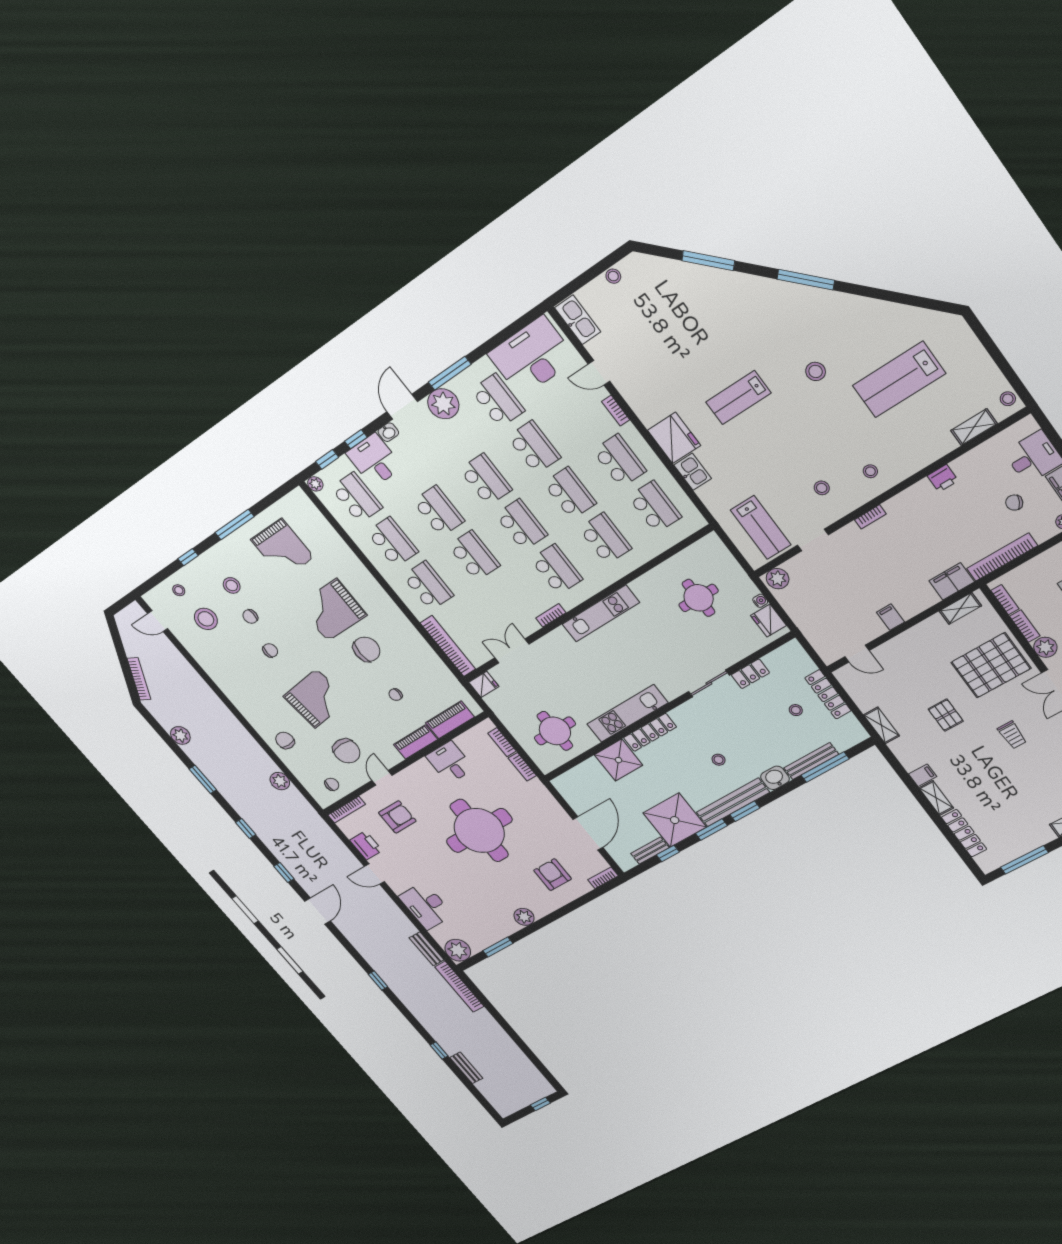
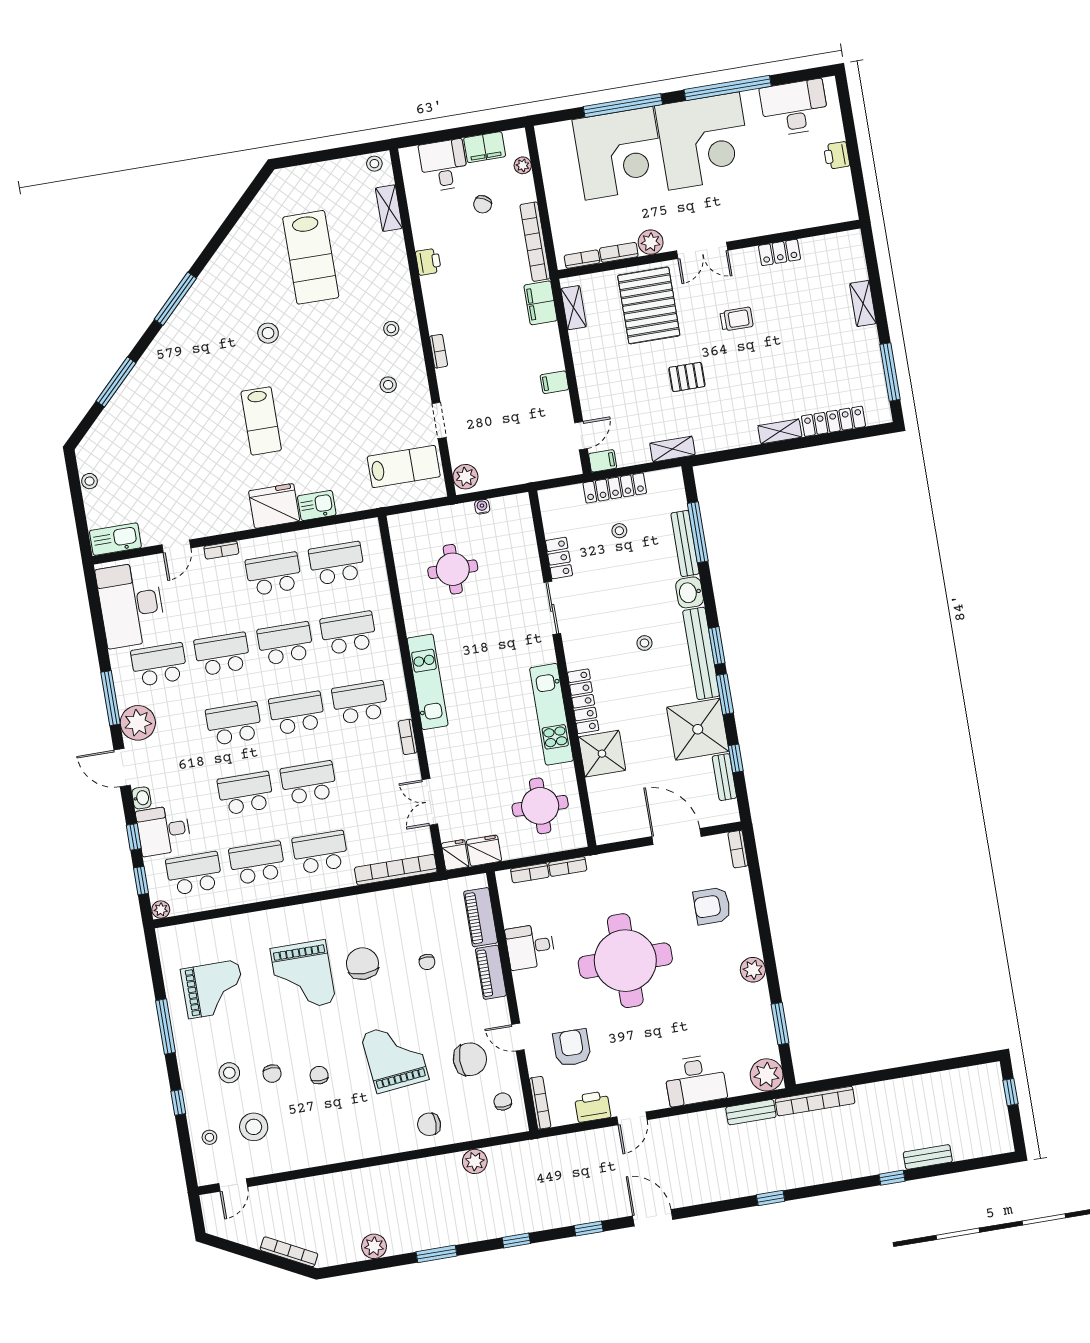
fridge: (768, 621) -> (484, 851), moved, turned 180
filing cabinet: (923, 775) -> (603, 461), moved, turned 90

